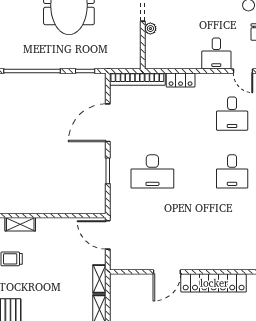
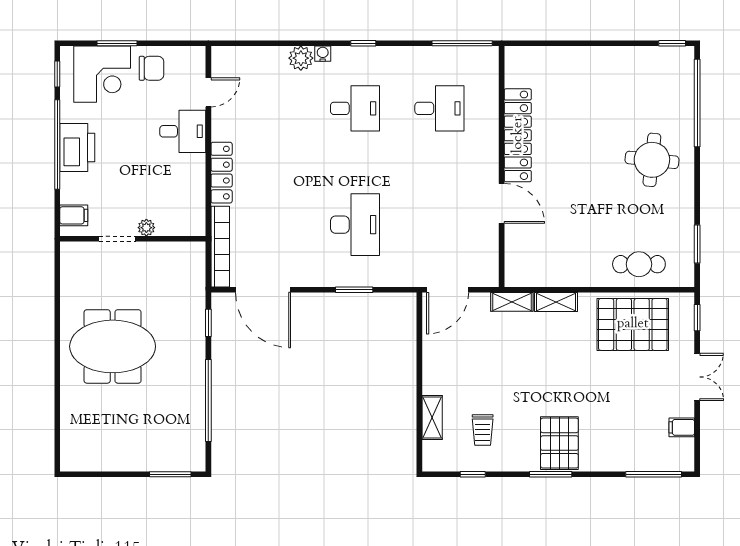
locker: (181, 80) -> (222, 173), width x1.53
desk: (232, 114) -> (439, 108), moved
door: (108, 123) -> (263, 290), moved

